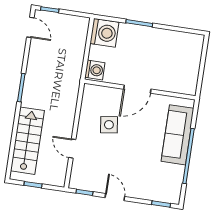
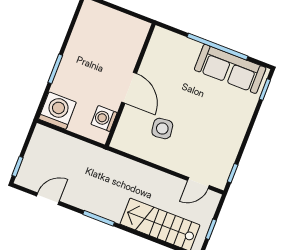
door: (30, 27) -> (48, 199), moved
washing machine: (95, 70) -> (104, 118), moved, turned -90
sofa: (177, 135) -> (230, 69), moved
door: (72, 149) -> (198, 183), moved
door: (115, 197) -> (245, 140), removed

